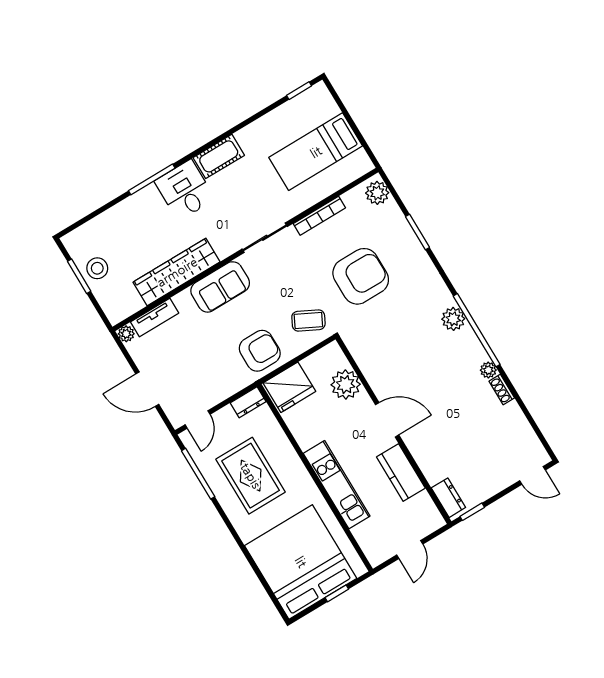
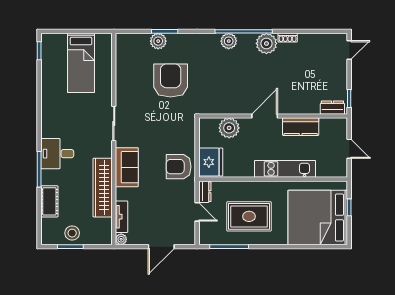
cot: (219, 156) -> (49, 201), moved
plant: (377, 193) -> (158, 41), moved
bookcase: (319, 216) -> (120, 83), removed
coffee table: (308, 320) -> (178, 127), removed
armchair: (260, 351) -> (179, 167), turned -90
plant: (488, 370) -> (266, 43), width x1.87, depth x1.87
door: (198, 419) -> (197, 212), moved

